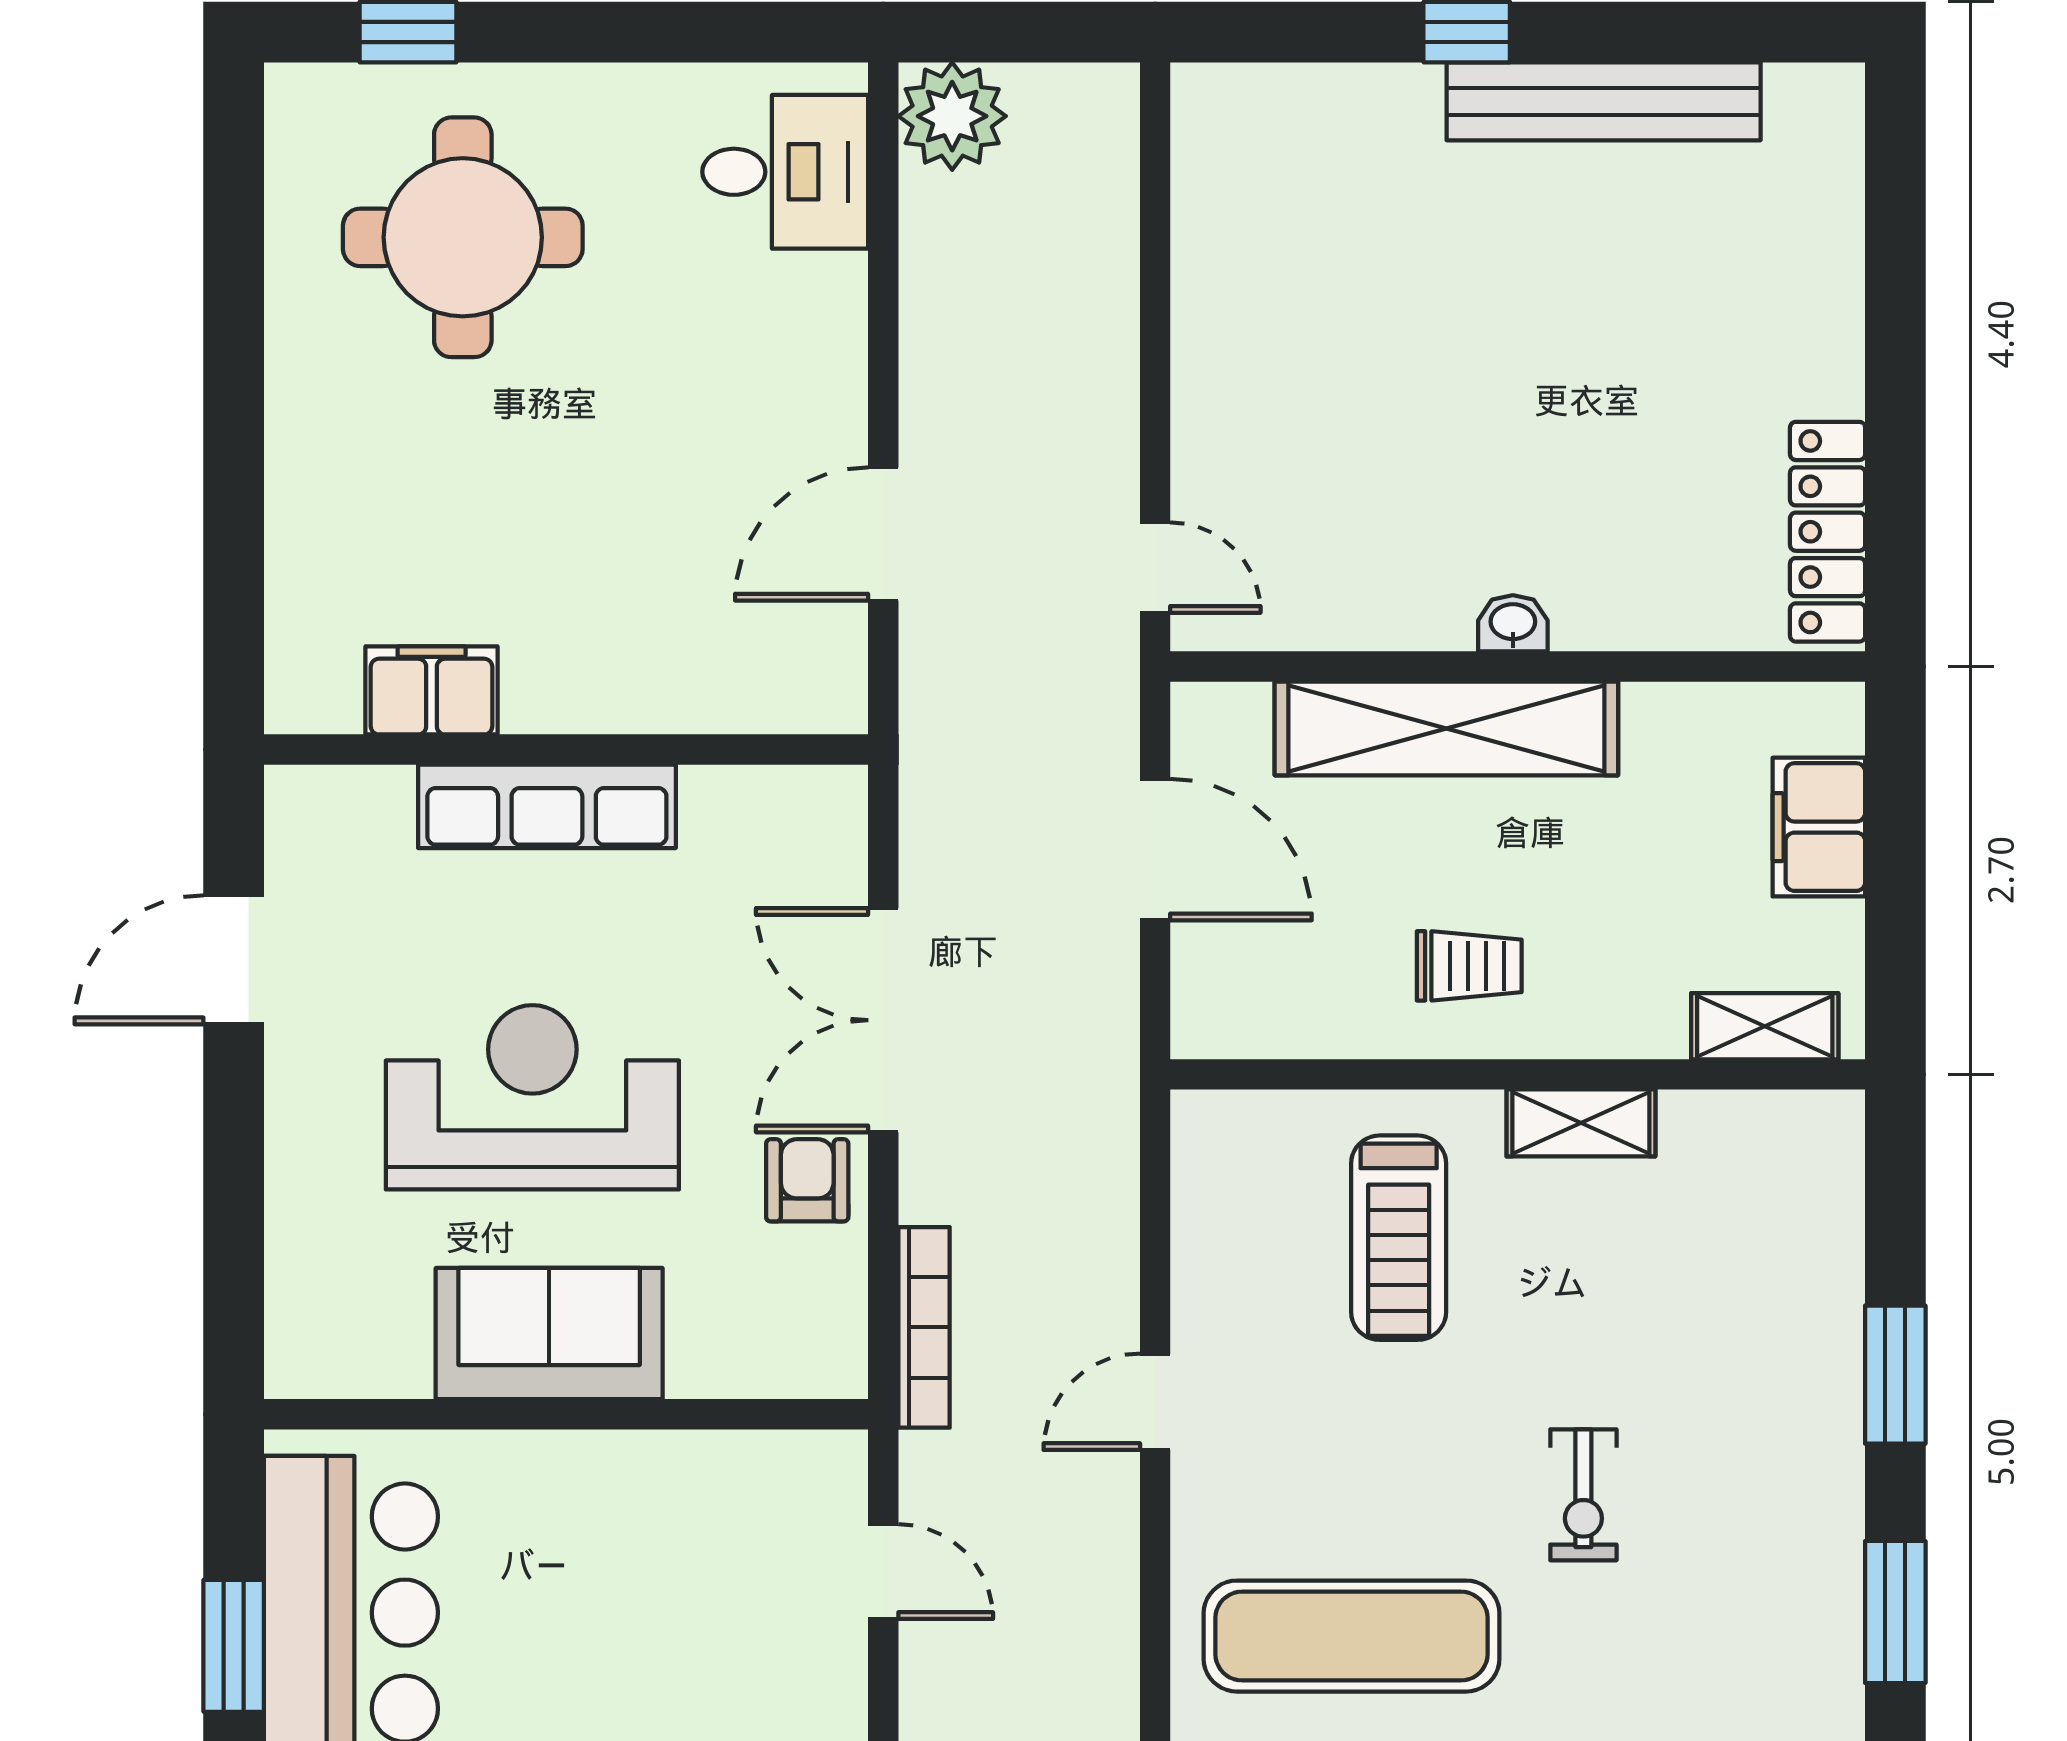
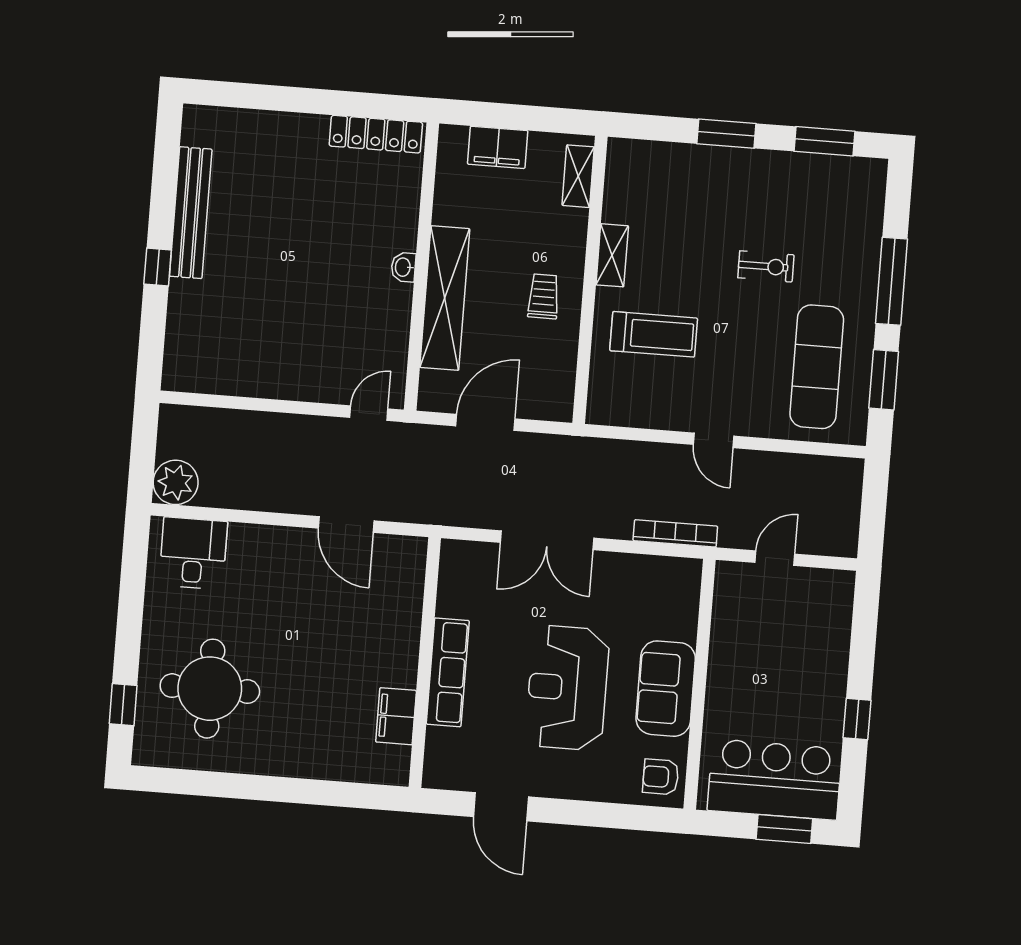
armchair: (807, 1180) -> (661, 777), moved

